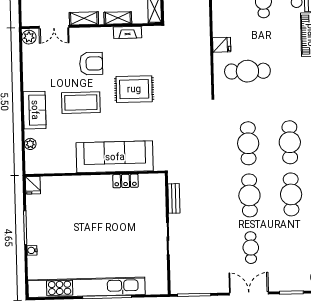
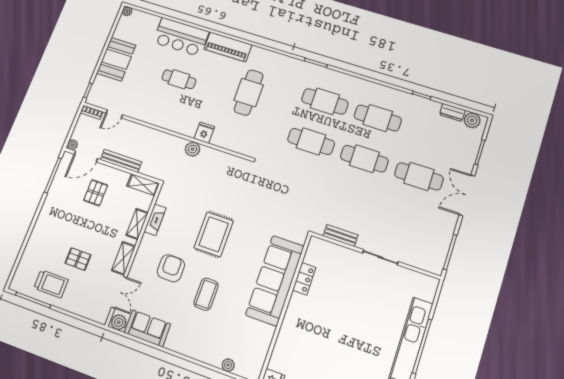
plant: (203, 40) -> (193, 149), added
cafe table: (247, 71) -> (249, 93), moved
coffee table: (81, 103) -> (206, 294), width x0.73, depth x0.76
sofa: (35, 110) -> (147, 328), moved
cafe table: (251, 248) -> (419, 176), width x1.37, depth x1.35

